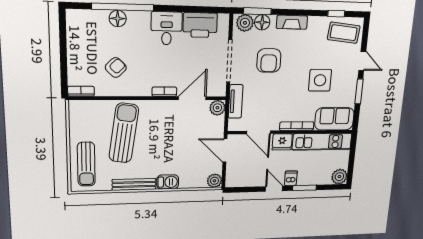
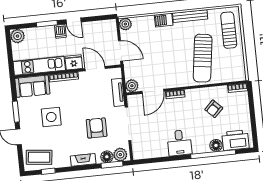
printer: (200, 25) -> (235, 140), moved

